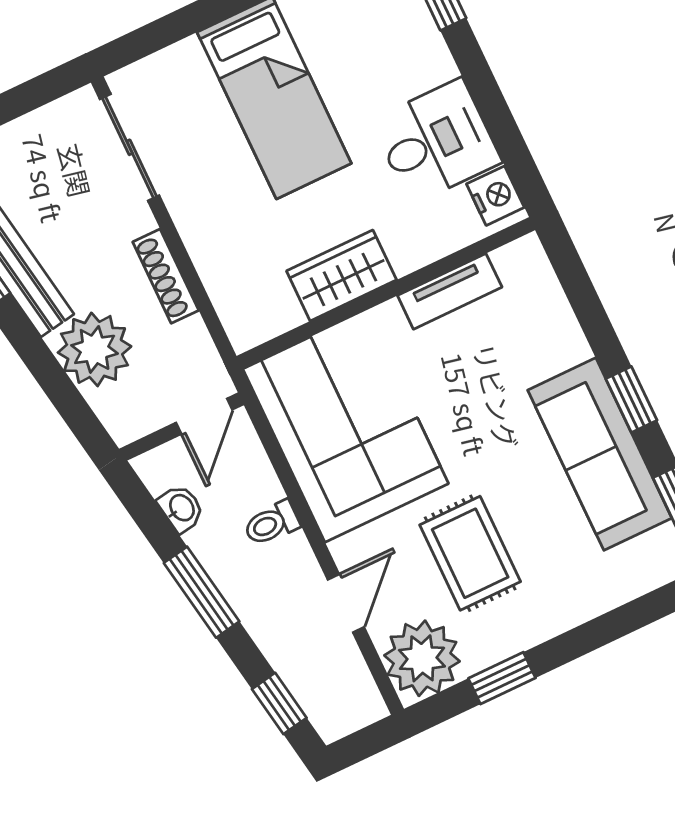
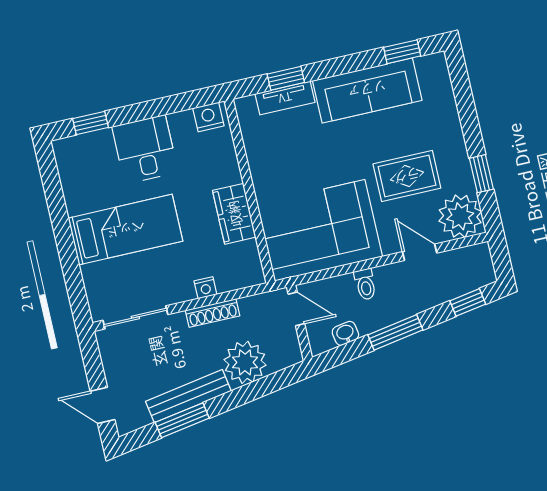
desk: (436, 141) -> (145, 149), moved
nightstand: (206, 255) -> (205, 288), added
tv unit: (450, 291) -> (285, 98), moved, turned 90
window: (631, 399) -> (286, 78), moved

